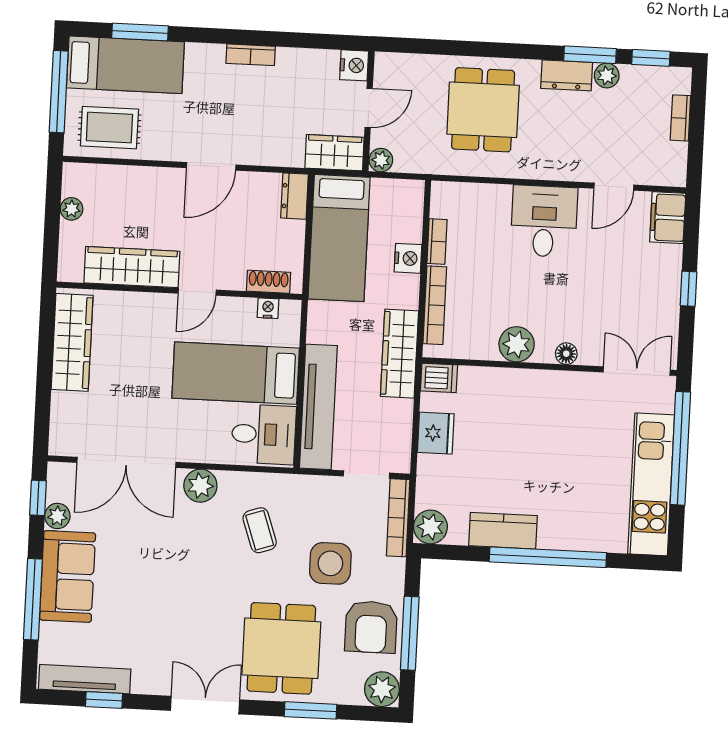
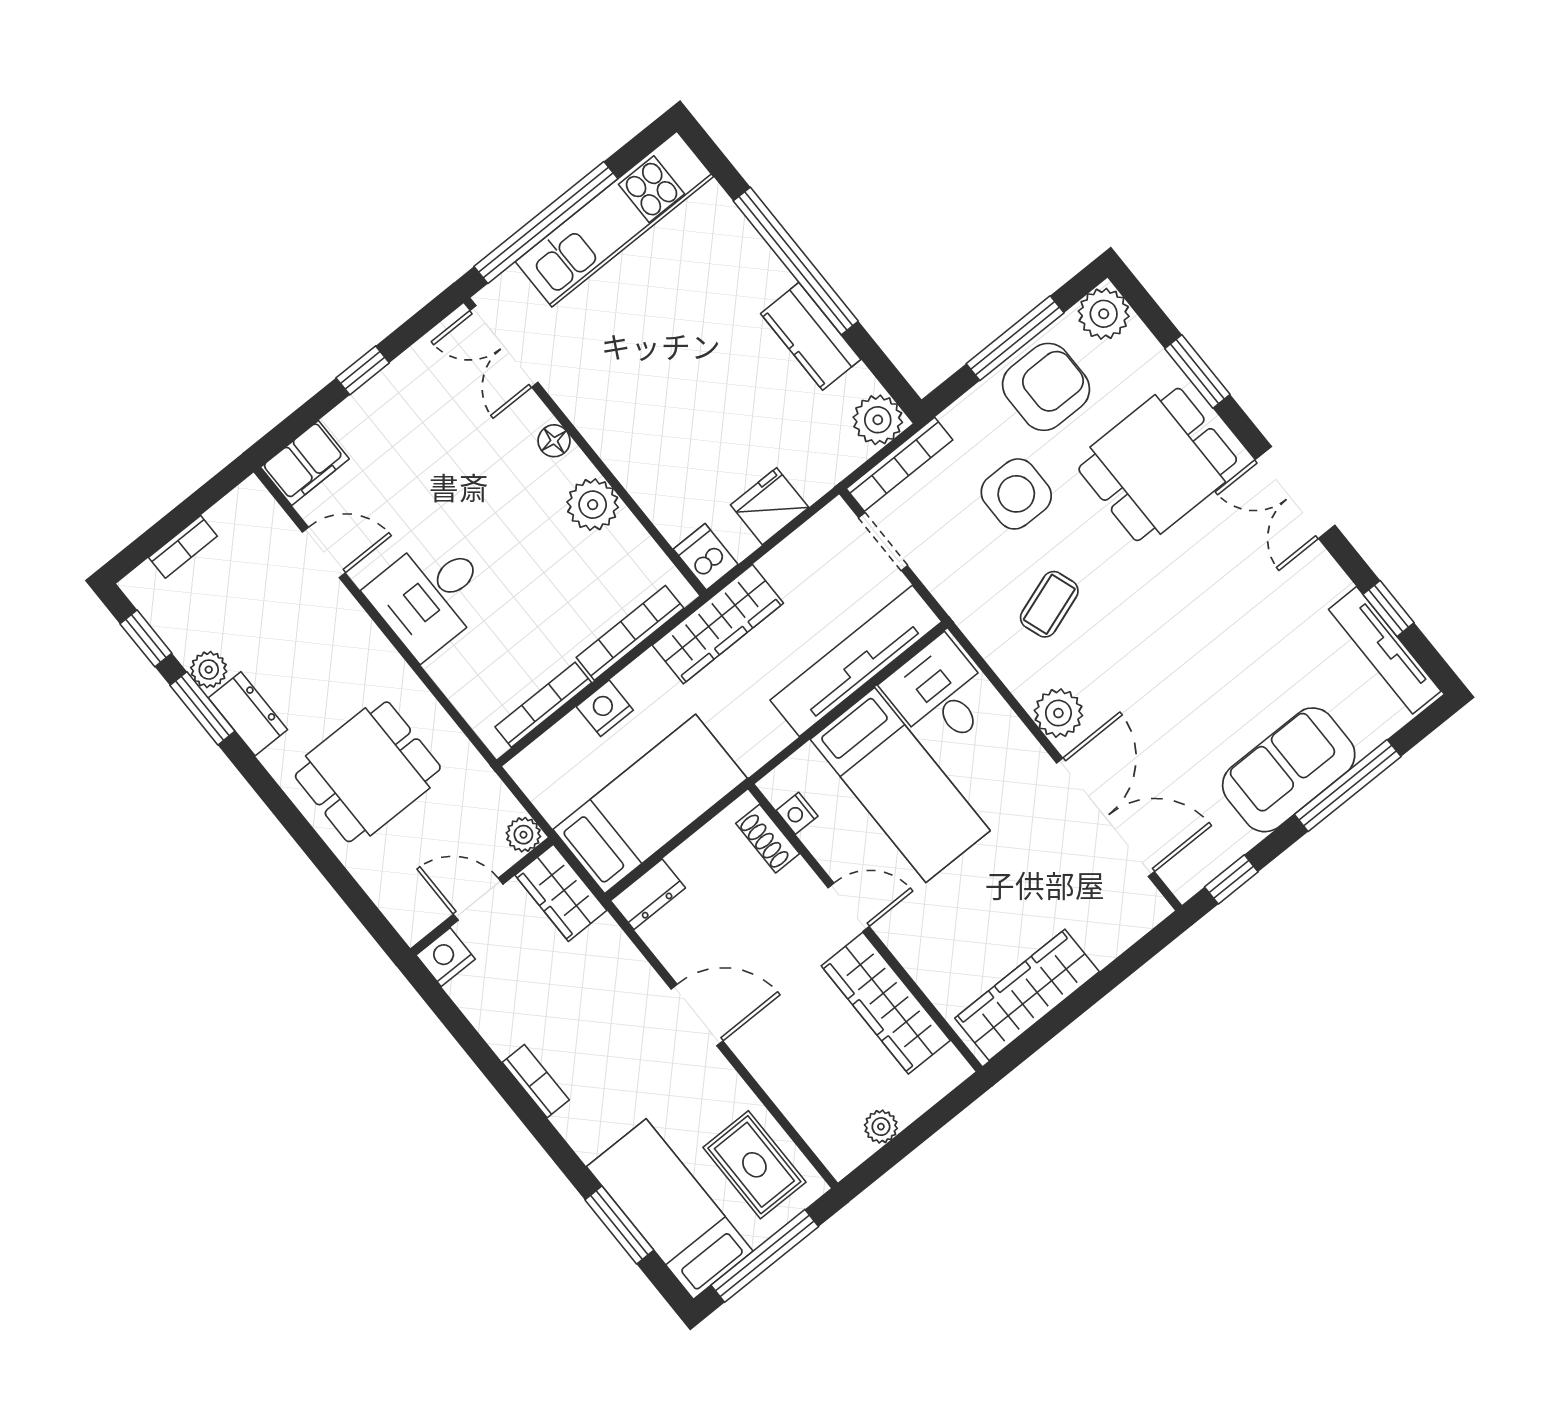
bookcase: (437, 241) -> (543, 705), width x1.56
plant: (57, 516) -> (1232, 840), removed

